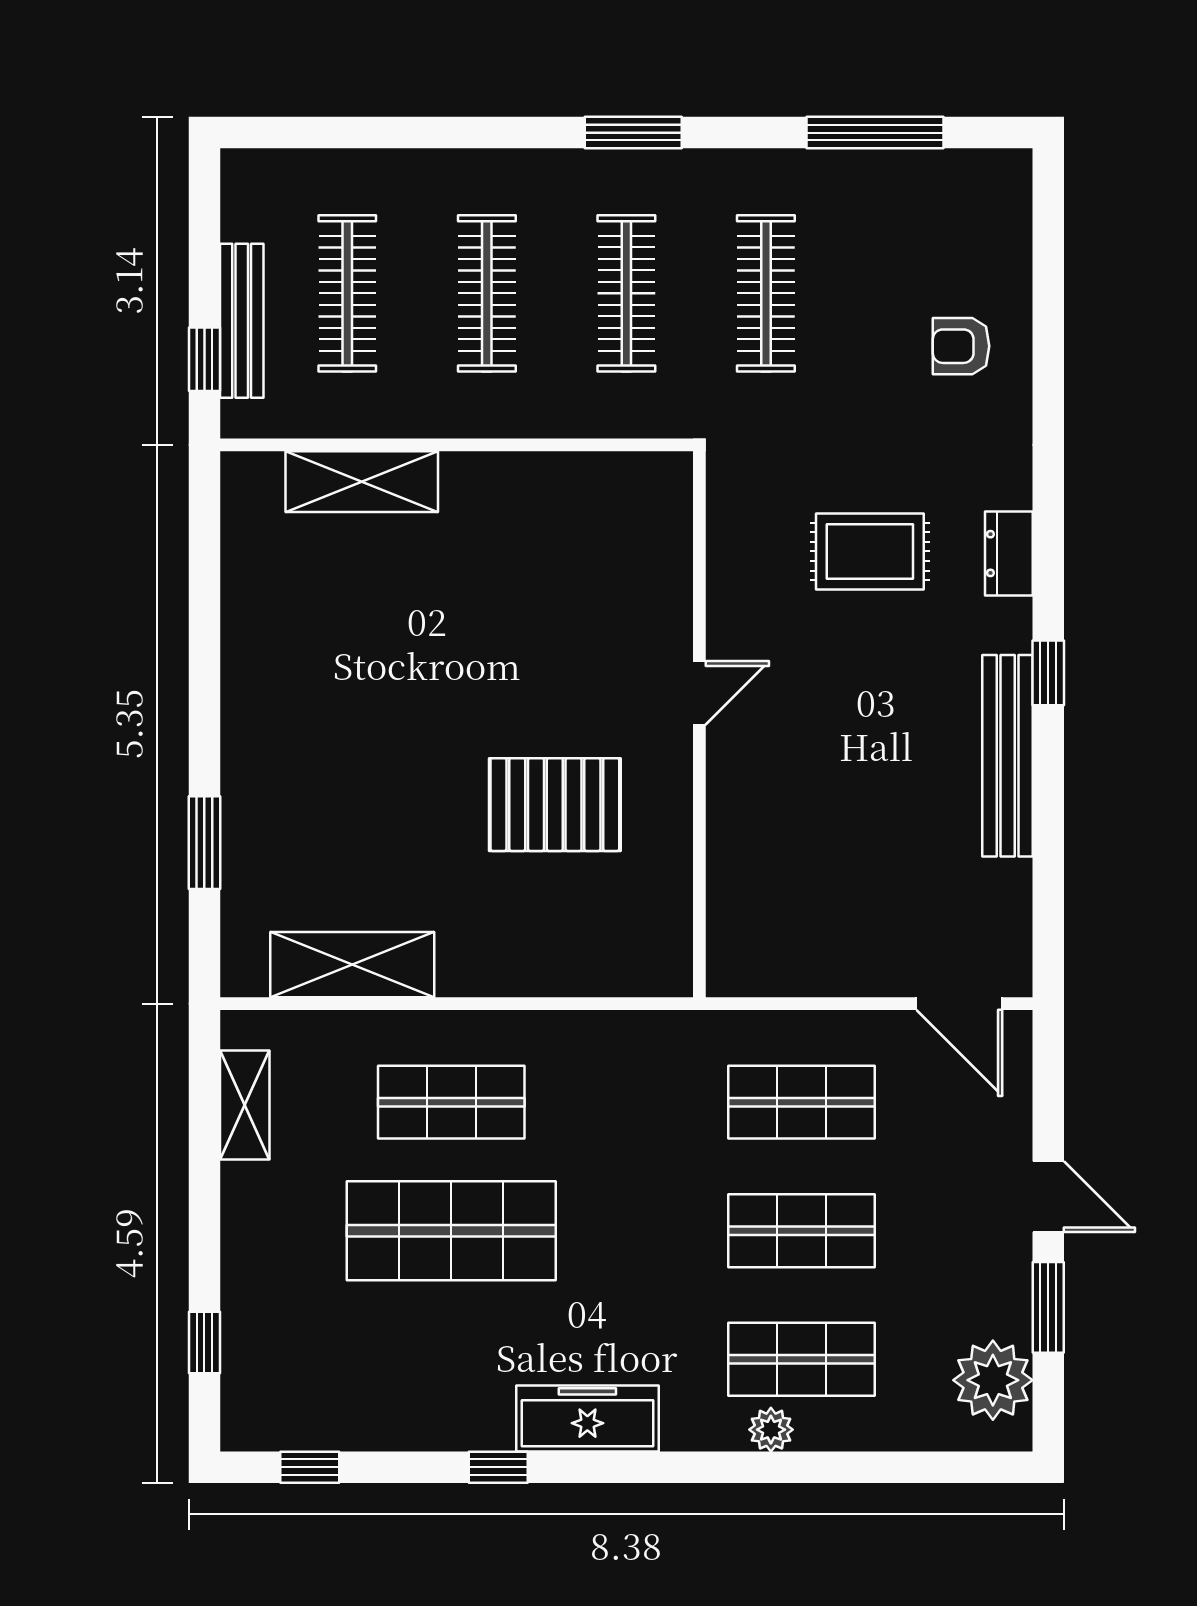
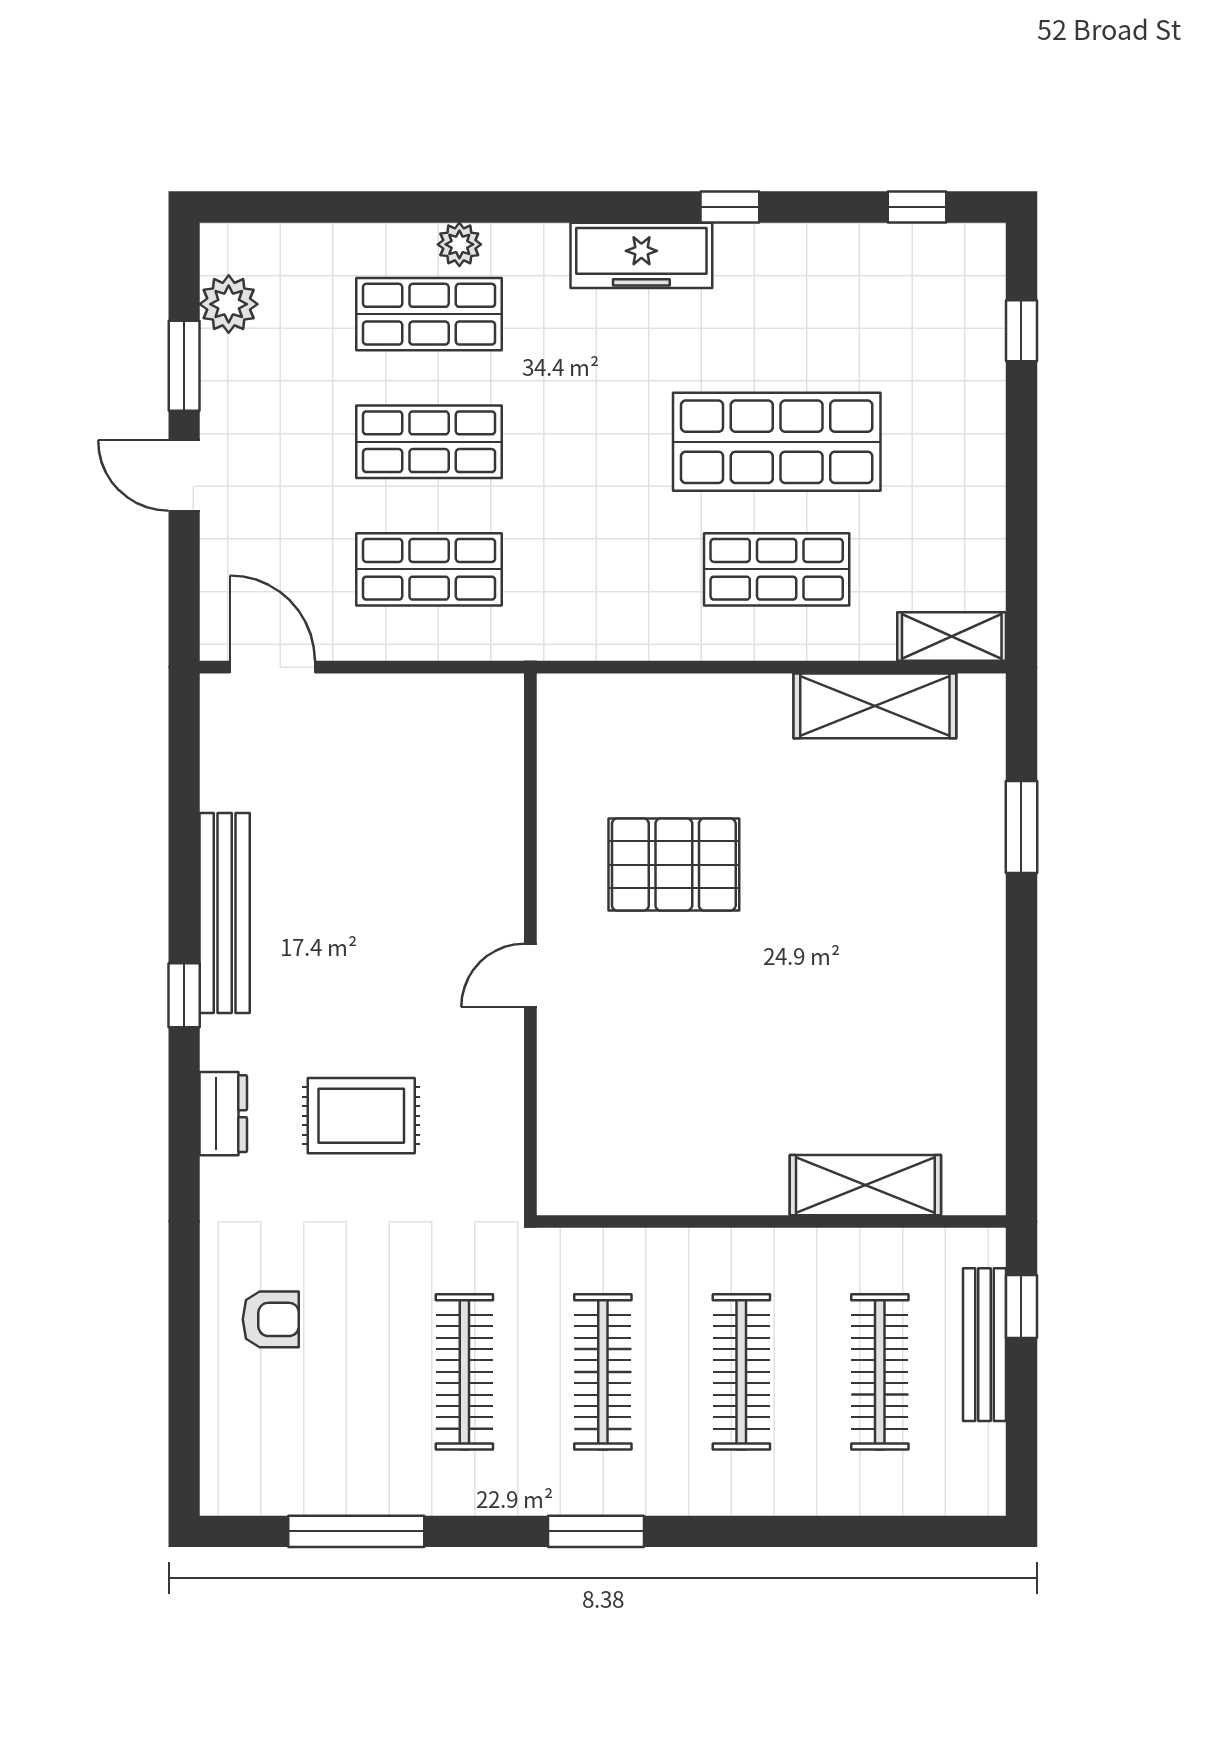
shelving: (245, 1105) -> (952, 636), moved, turned 90
plant: (993, 1380) -> (229, 304), width x0.73, depth x0.73

